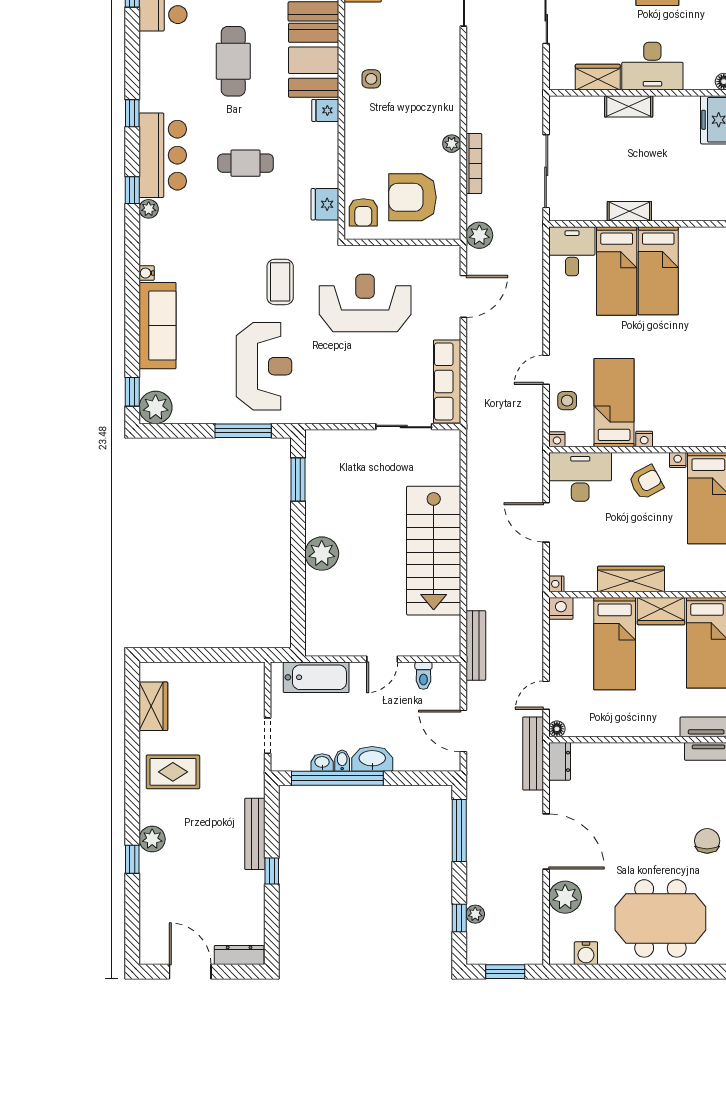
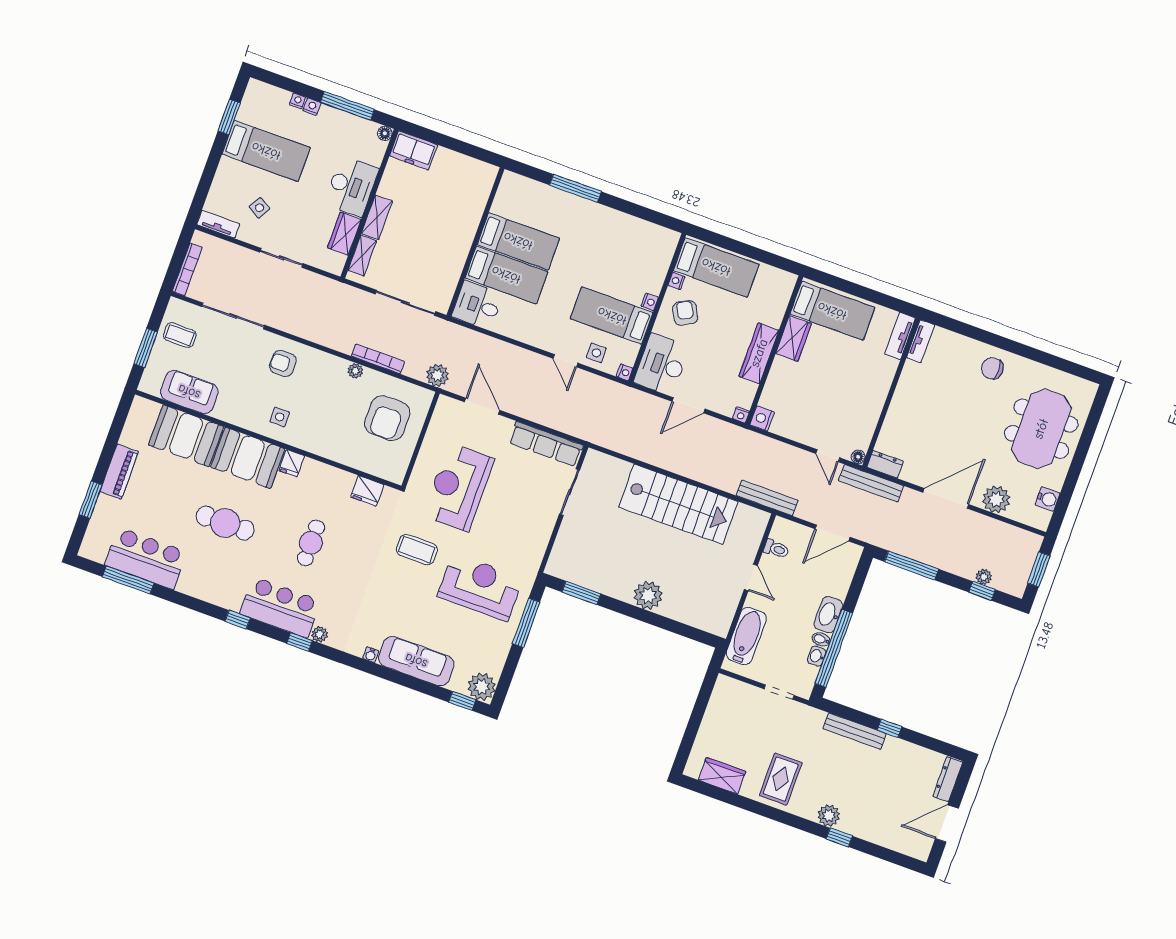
shelving: (629, 211) -> (362, 256), moved
armchair: (363, 212) -> (283, 363), moved, turned 180
bed: (615, 644) -> (806, 385), removed

